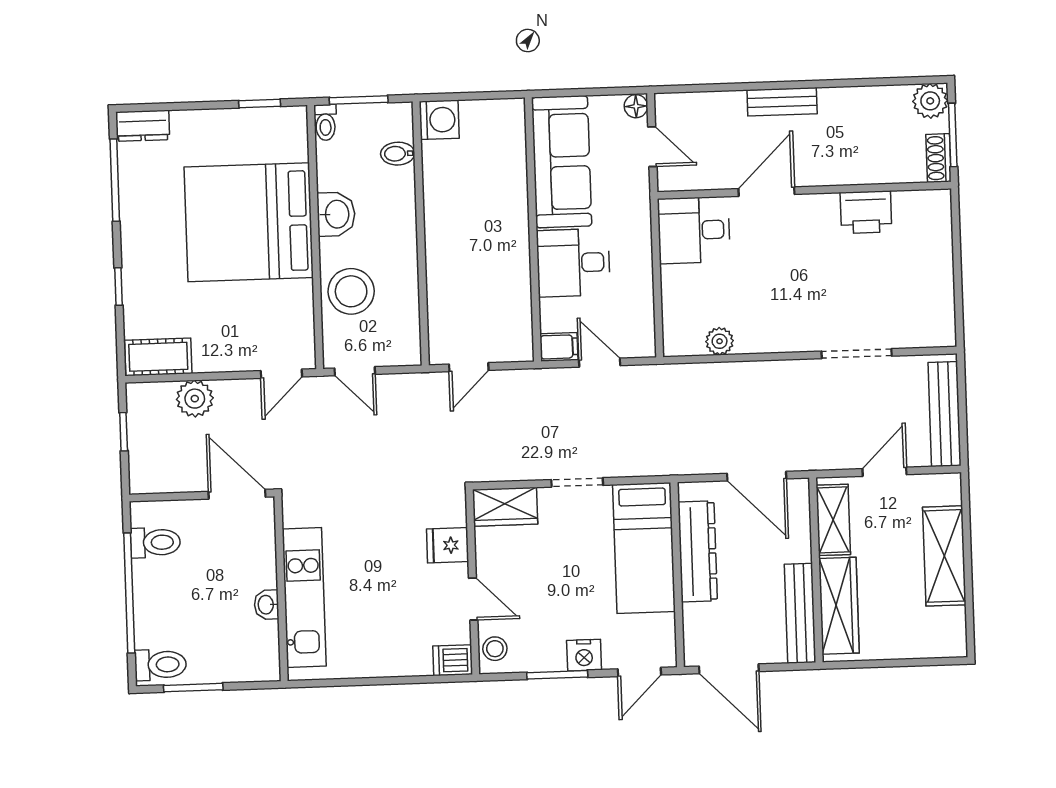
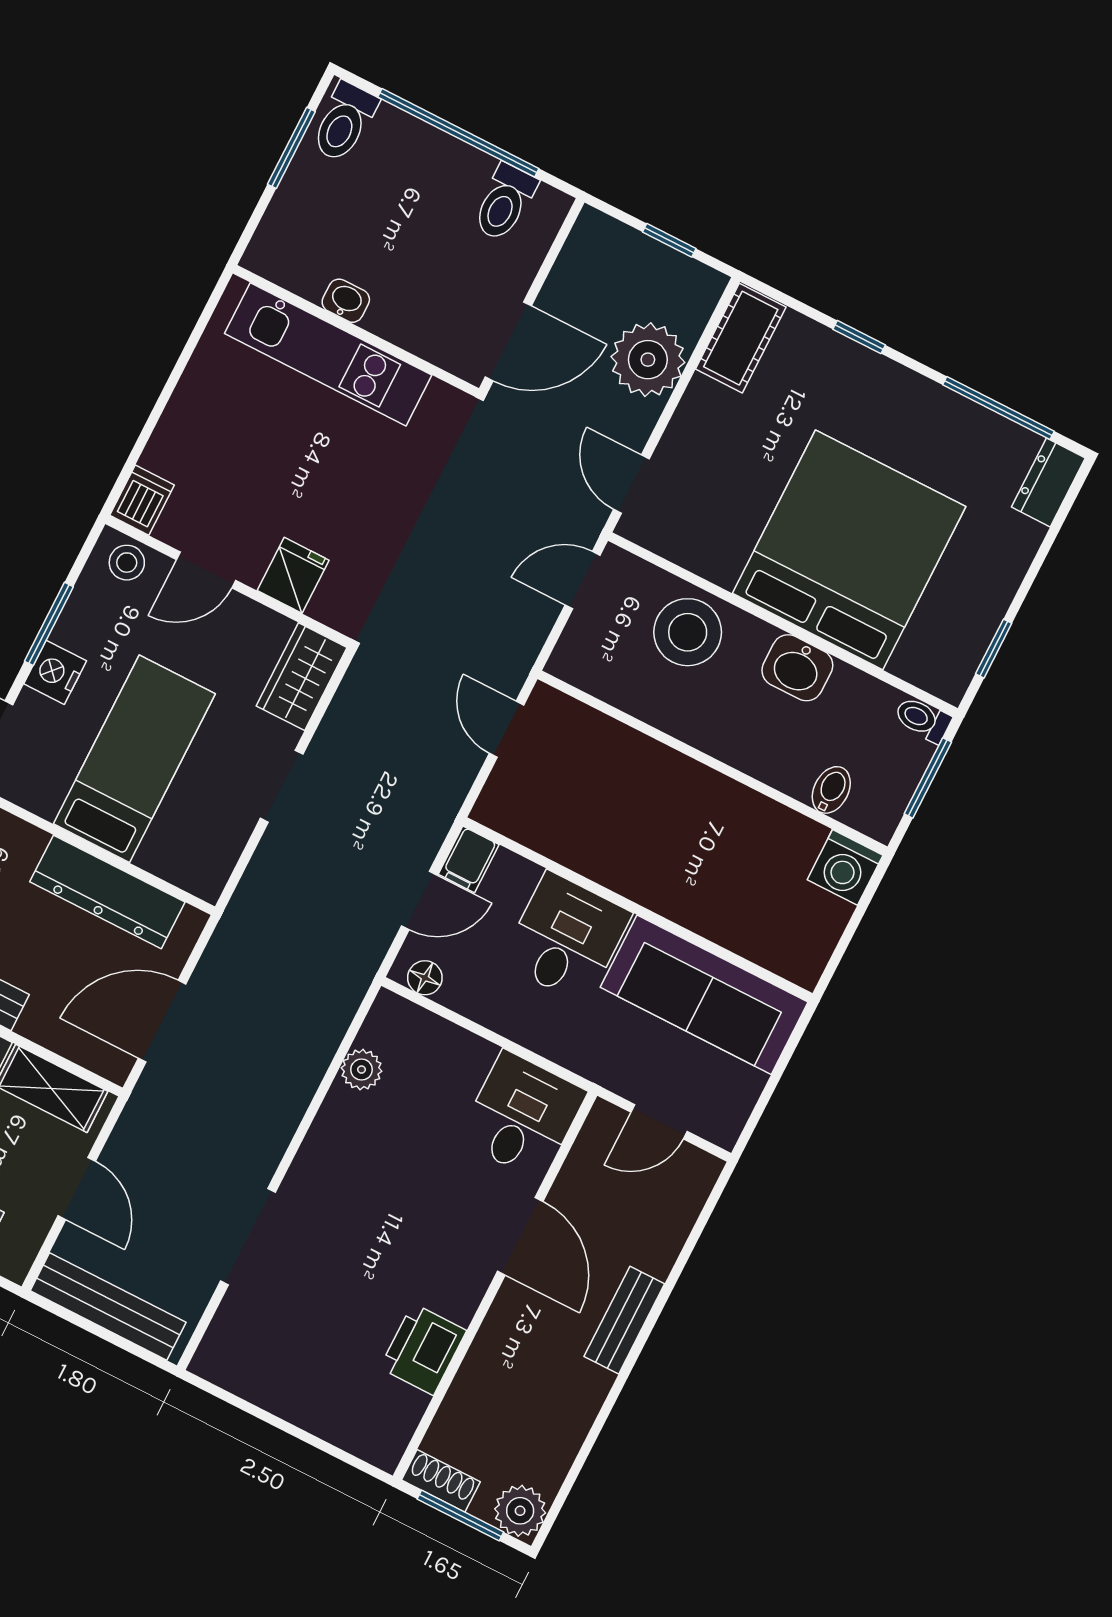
floor lamp: (636, 106) -> (425, 978), moved
plant: (195, 399) -> (648, 360), width x1.36, depth x1.36
bed: (644, 548) -> (134, 759), moved, turned 90

